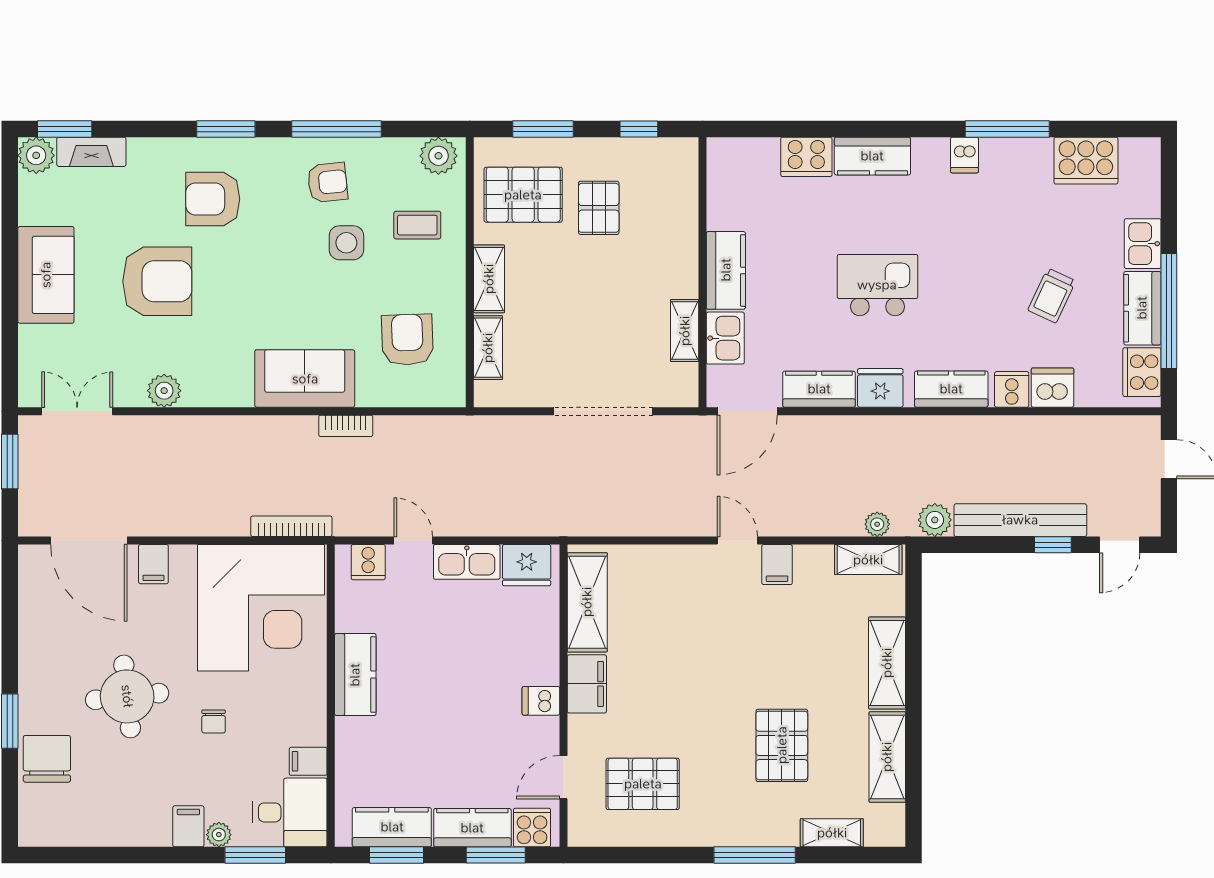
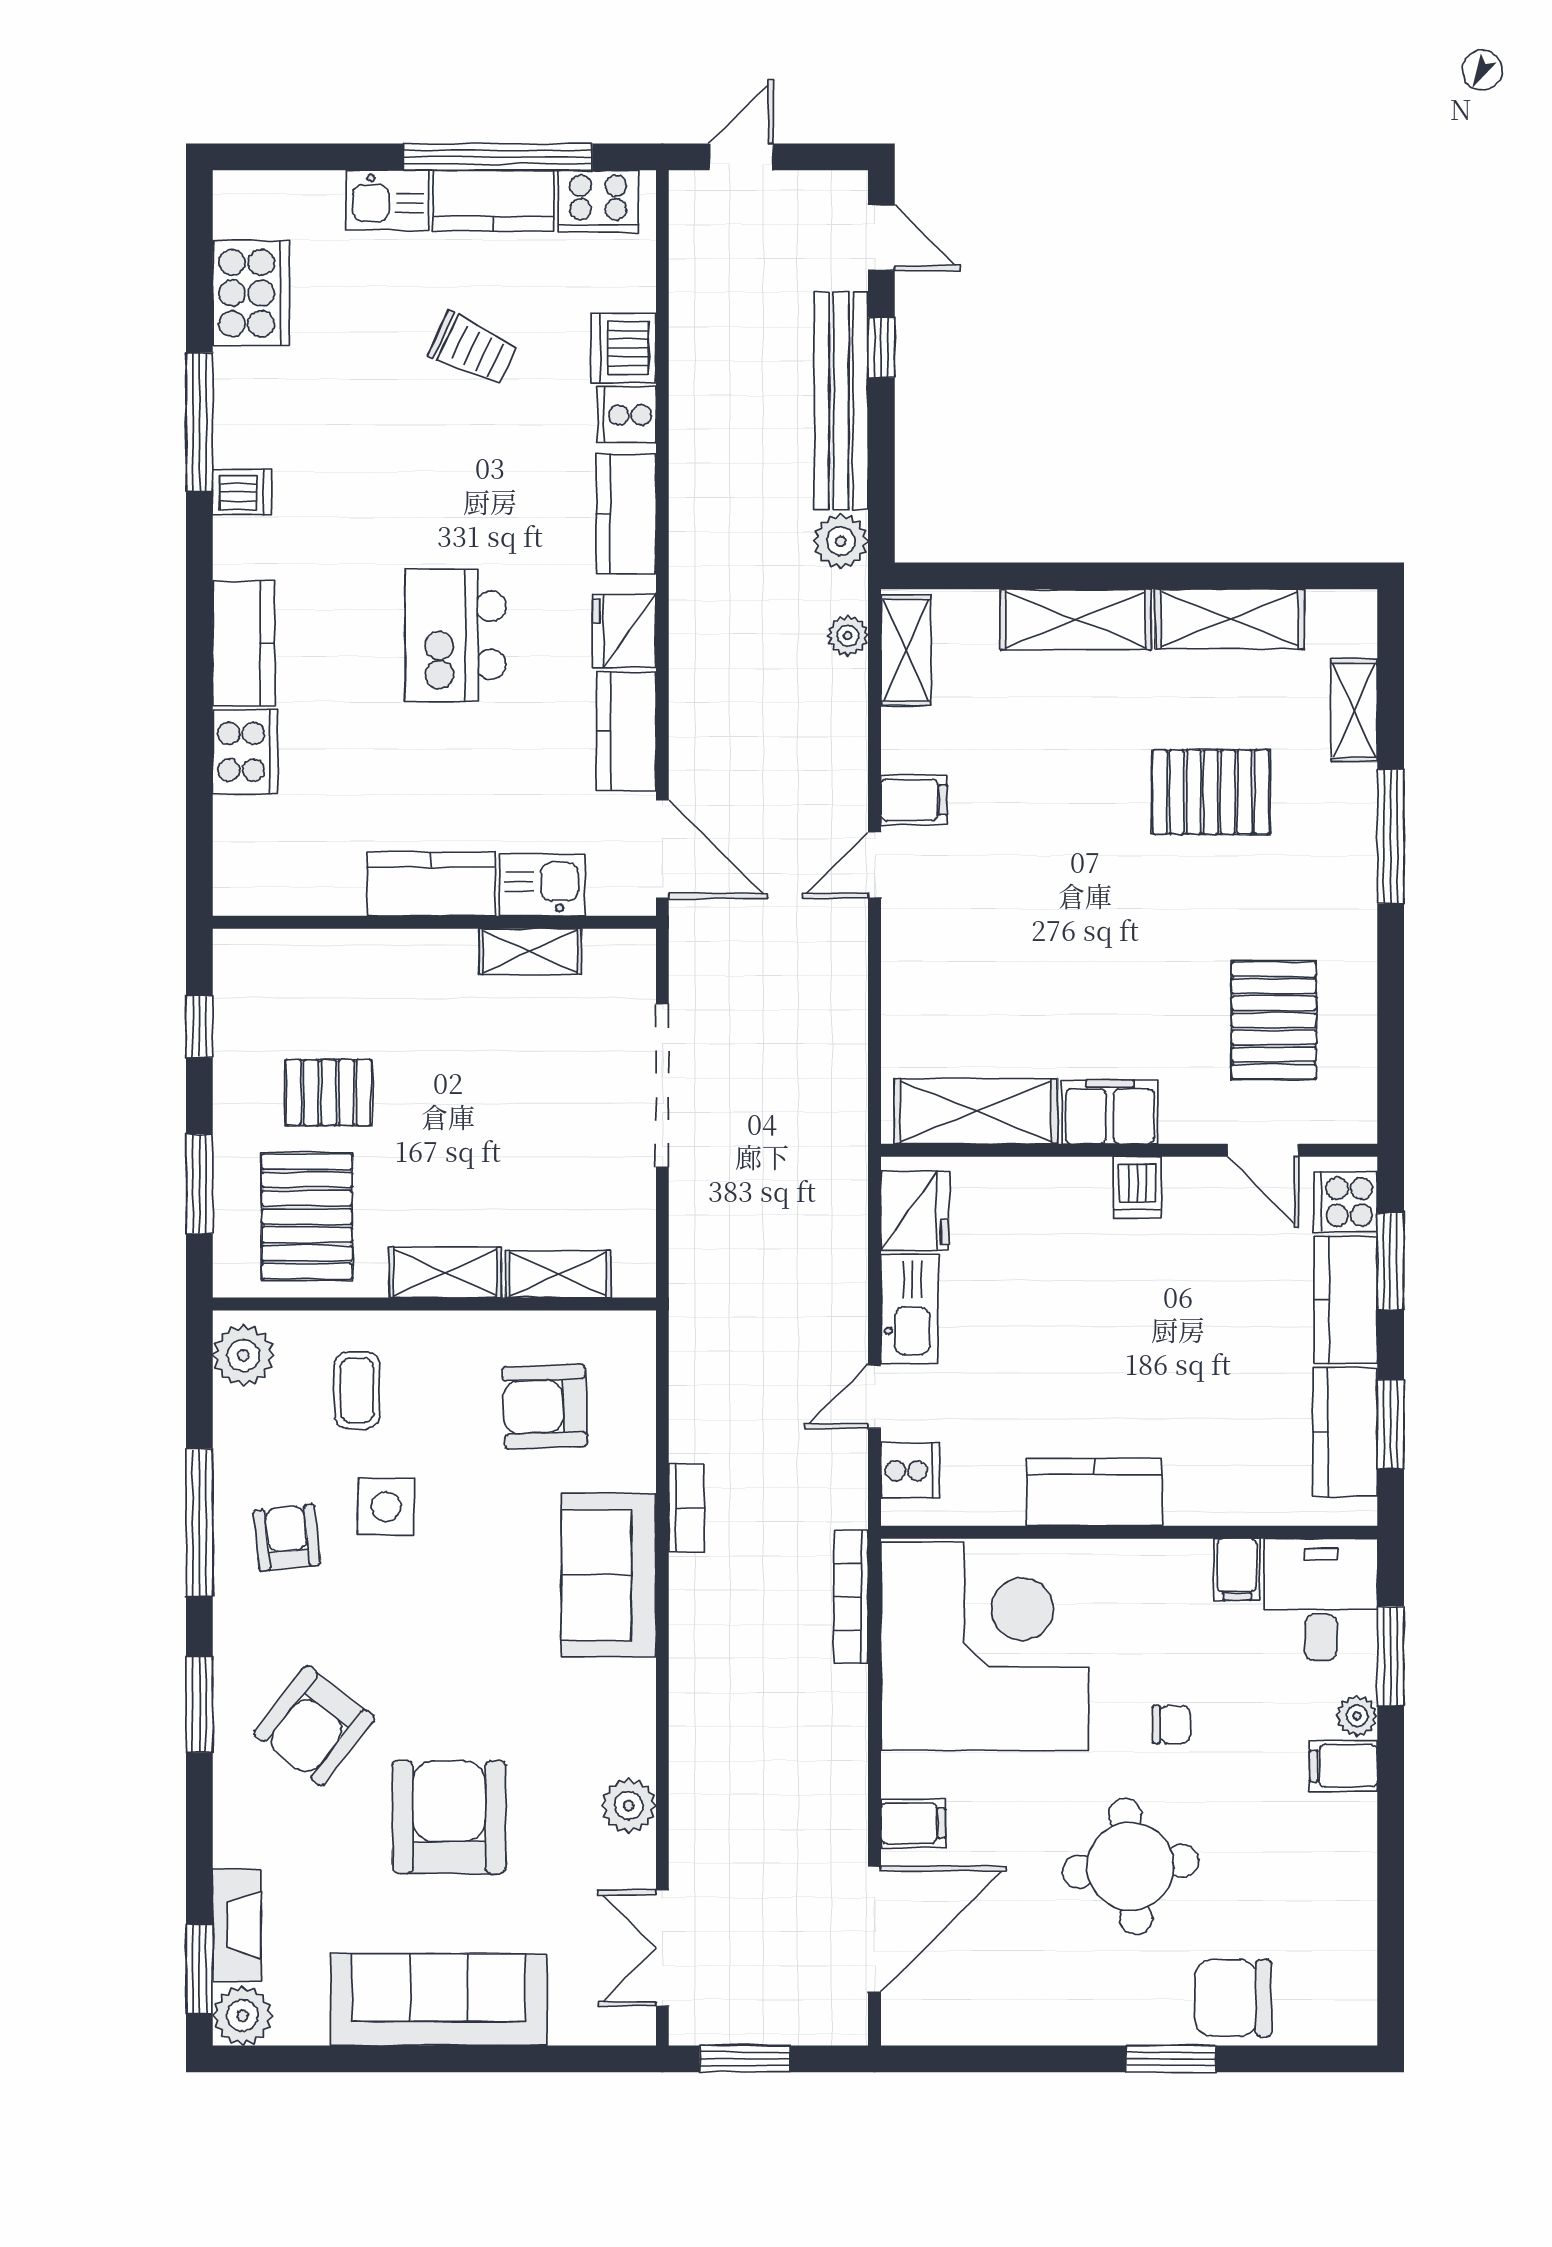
armchair: (213, 199) -> (314, 1726), turned 38
sofa: (46, 275) -> (439, 2000), width x1.36

